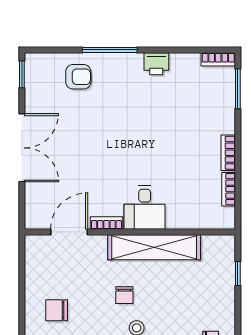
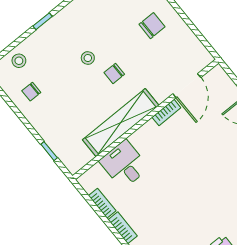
desk: (145, 208) -> (124, 165), moved
chair: (124, 295) -> (114, 73), turned -90

